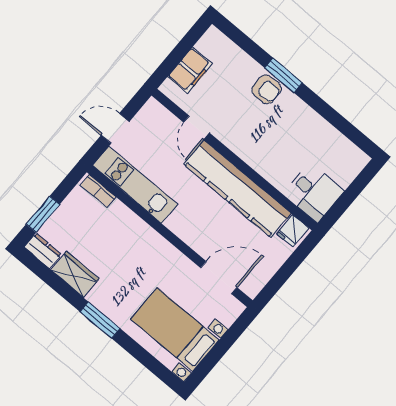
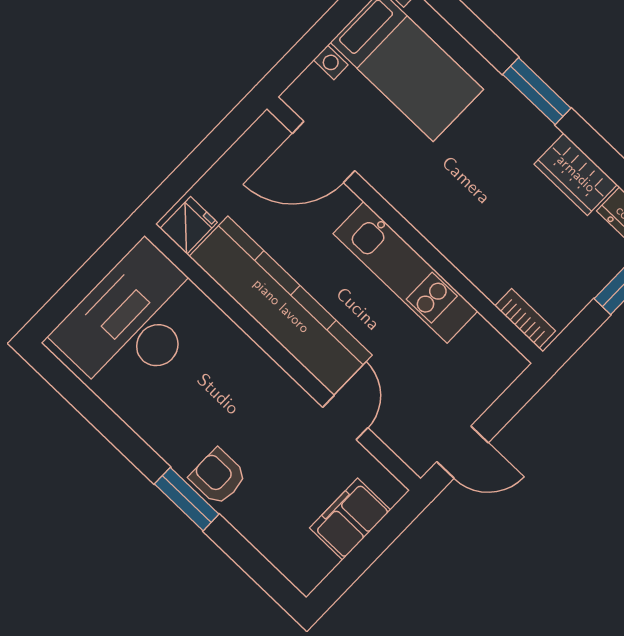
door: (115, 128) -> (463, 452), moved
kitchen unit: (135, 185) -> (405, 272), moved
desk: (313, 192) -> (134, 322), width x1.87, depth x1.30

